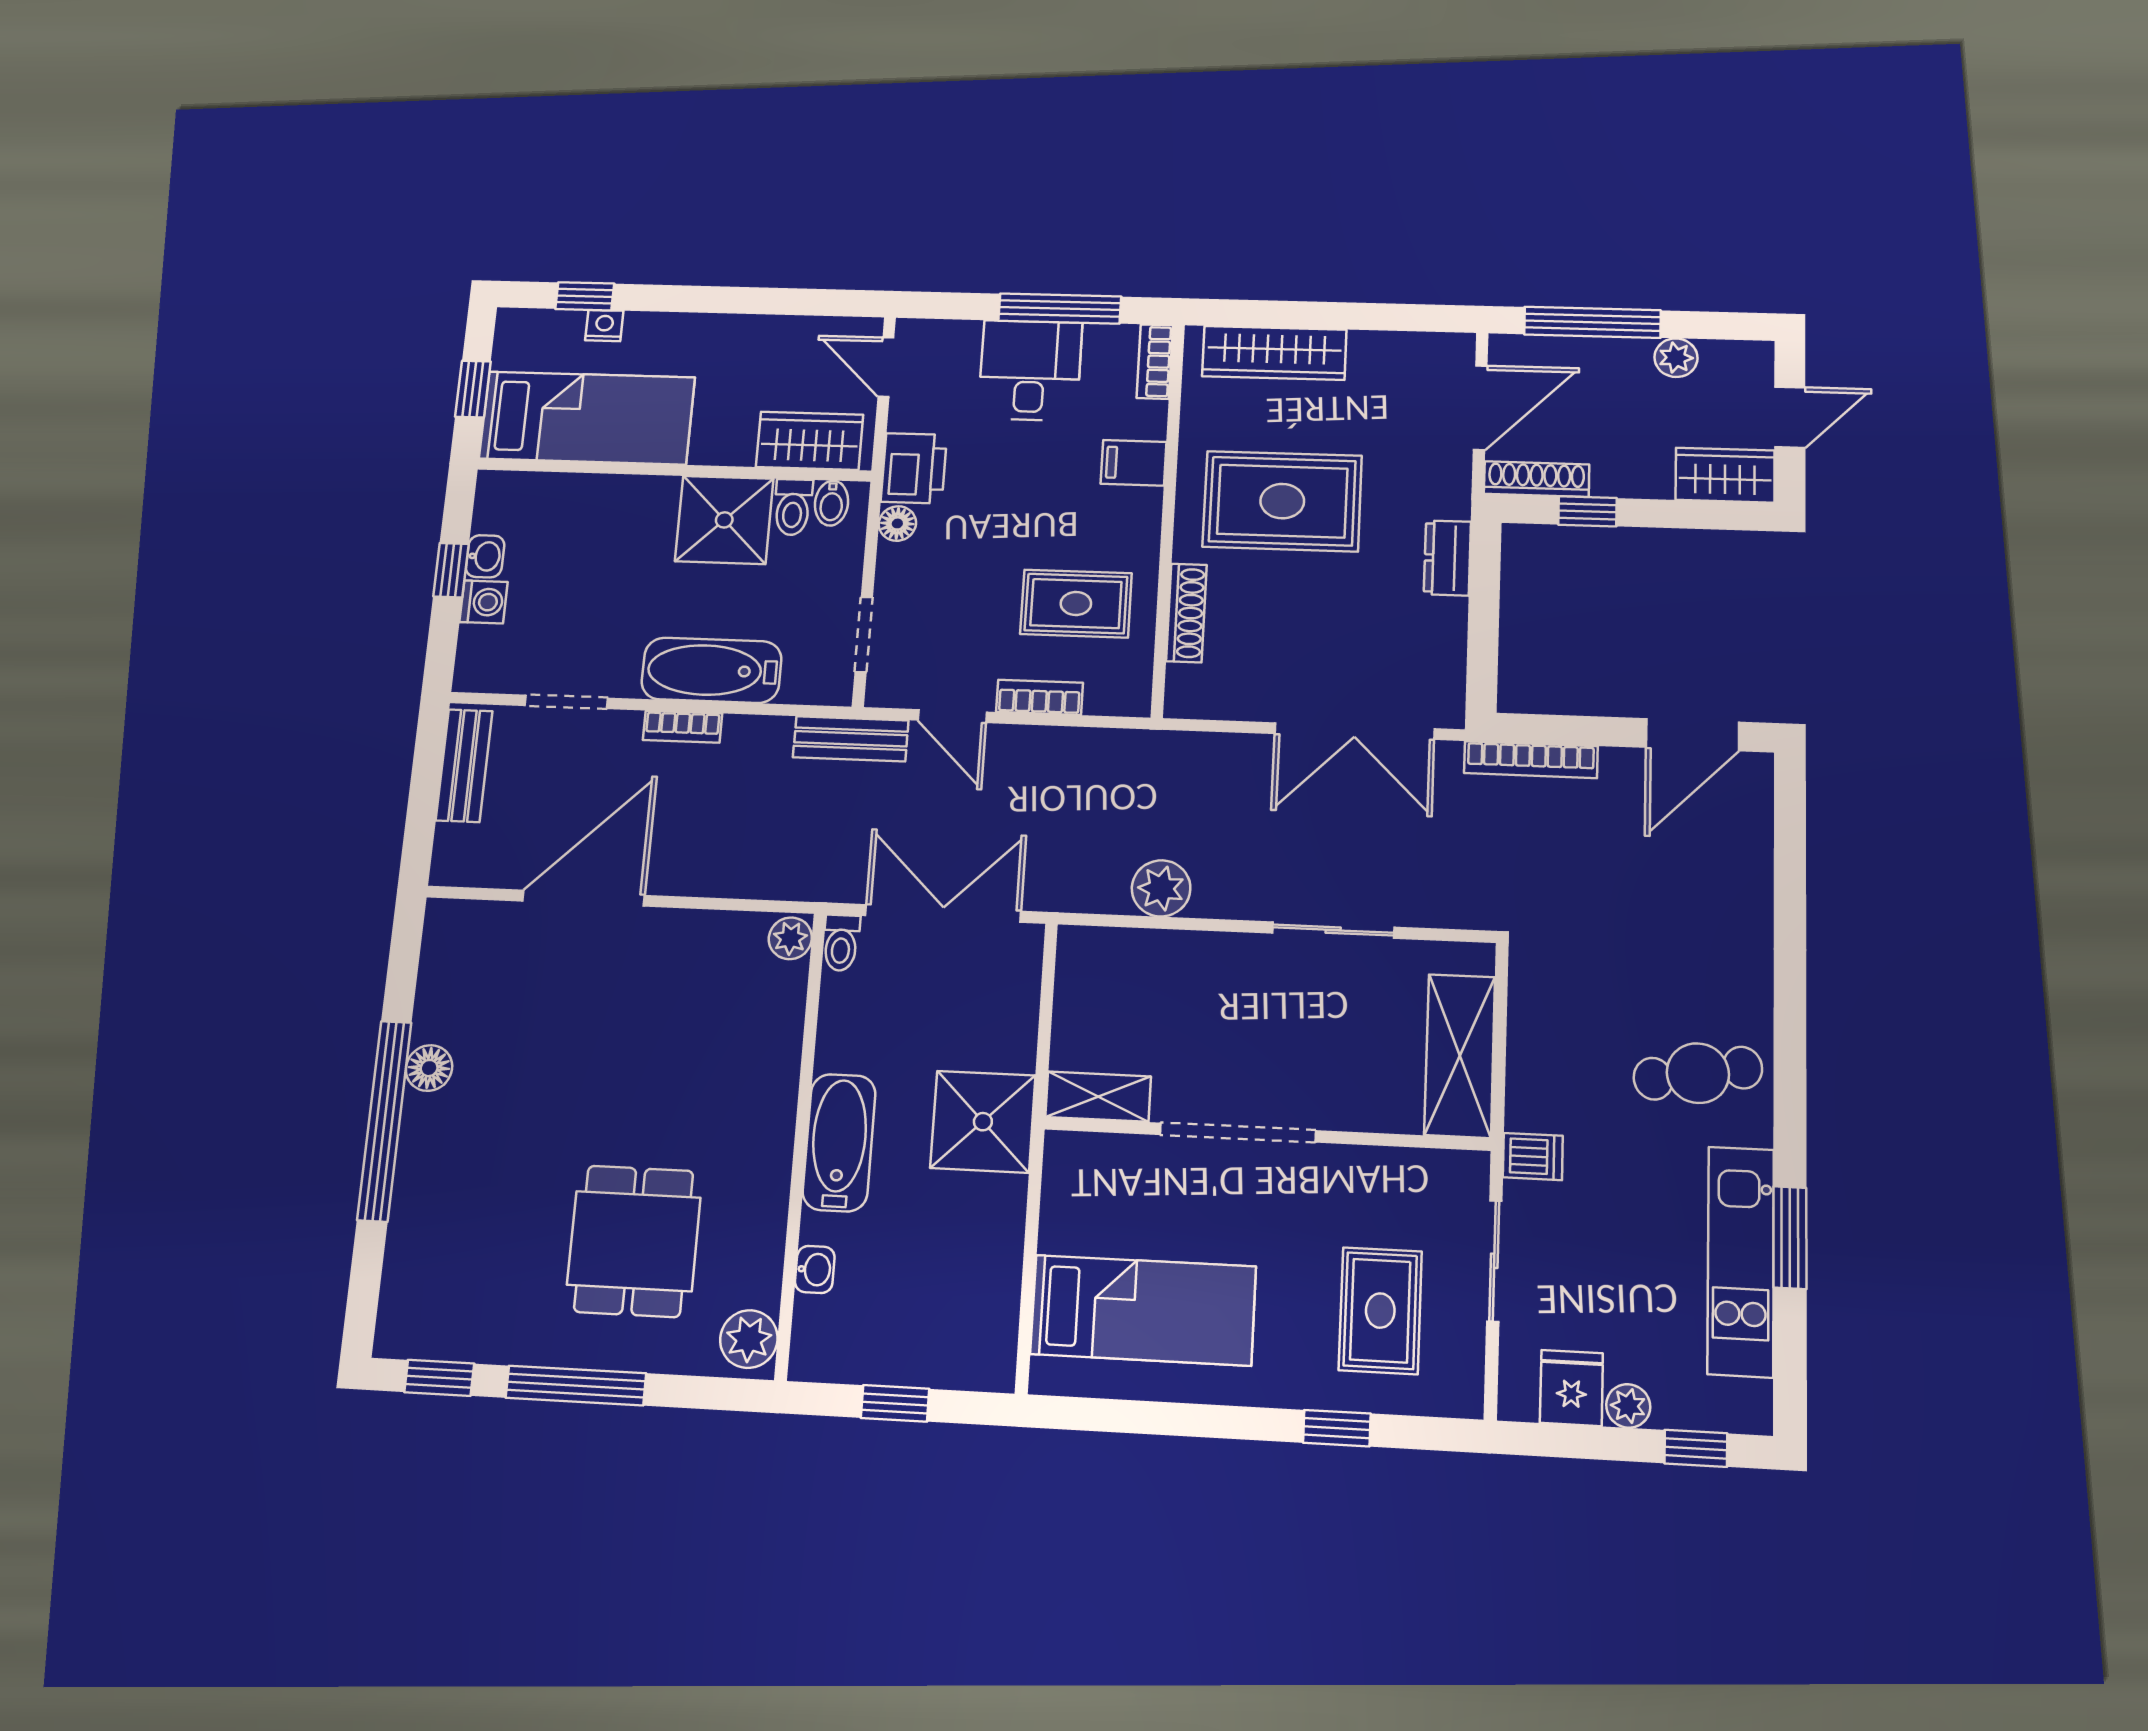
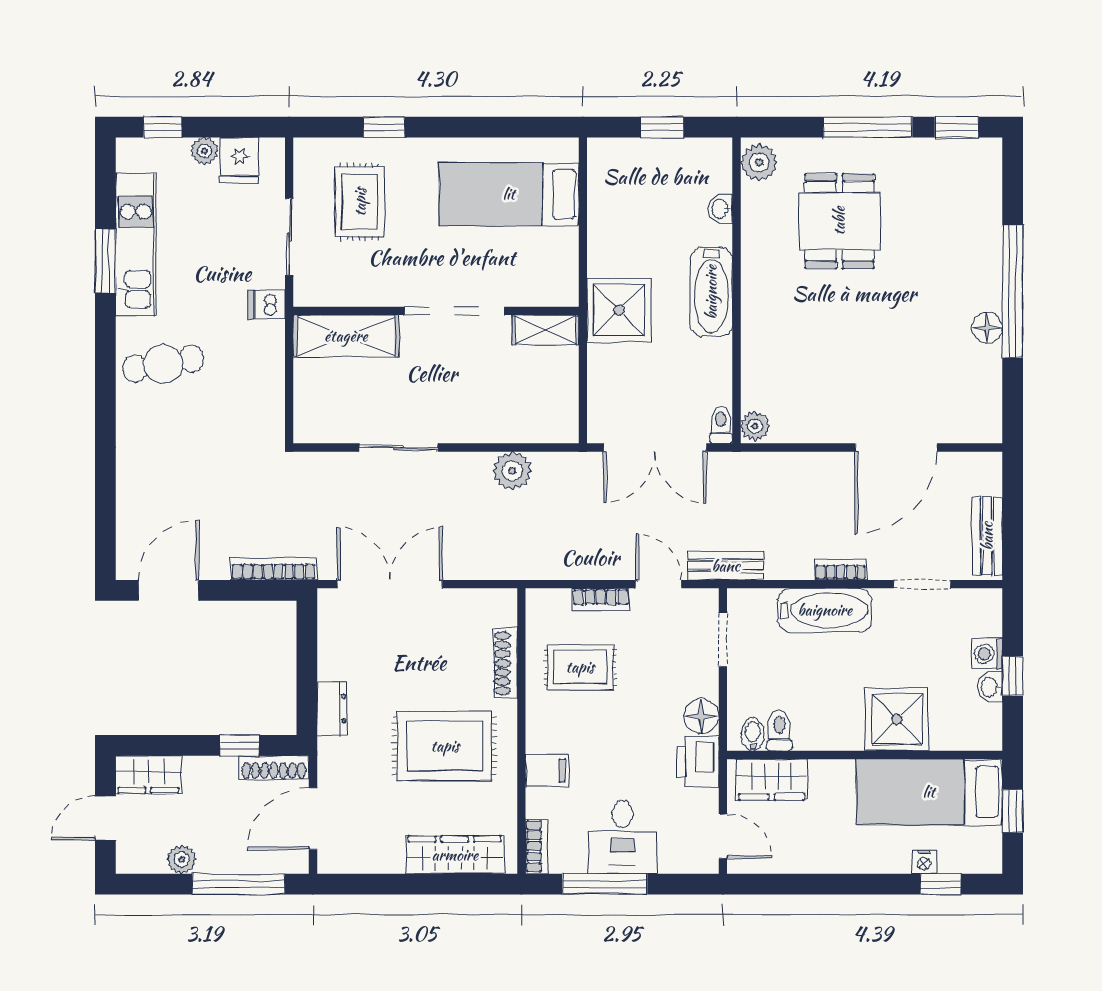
shower: (724, 520) -> (897, 719), moved
floor lamp: (897, 523) -> (701, 716), width x1.37, depth x1.37
shelving: (1460, 1056) -> (346, 336), moved, turned 90

